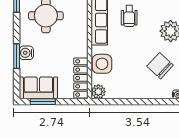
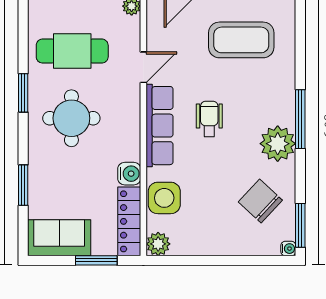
wheelchair: (129, 16) -> (209, 119), turned 180
water cooler: (26, 53) -> (129, 174), moved, turned 180
window: (43, 102) -> (96, 260), moved

